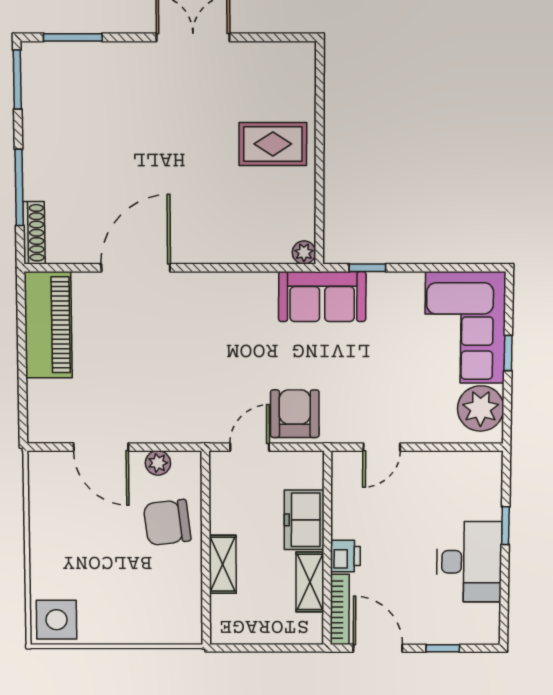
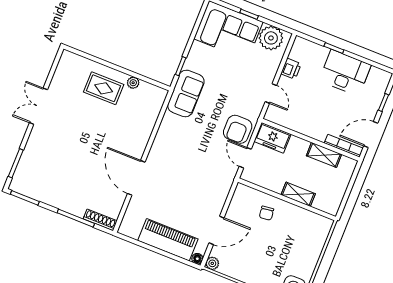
rug: (273, 144) -> (104, 88), turned 90
plant: (304, 252) -> (133, 83), moved
piano: (48, 325) -> (168, 240), moved
armchair: (295, 414) -> (238, 129), turned -90
floor lamp: (37, 433) -> (197, 259), added
plant: (158, 463) -> (212, 263), moved
freezer: (304, 520) -> (272, 138), moved
chair: (167, 522) -> (266, 213), width x0.54, depth x0.54
printer: (345, 556) -> (291, 69), moved, turned 90

